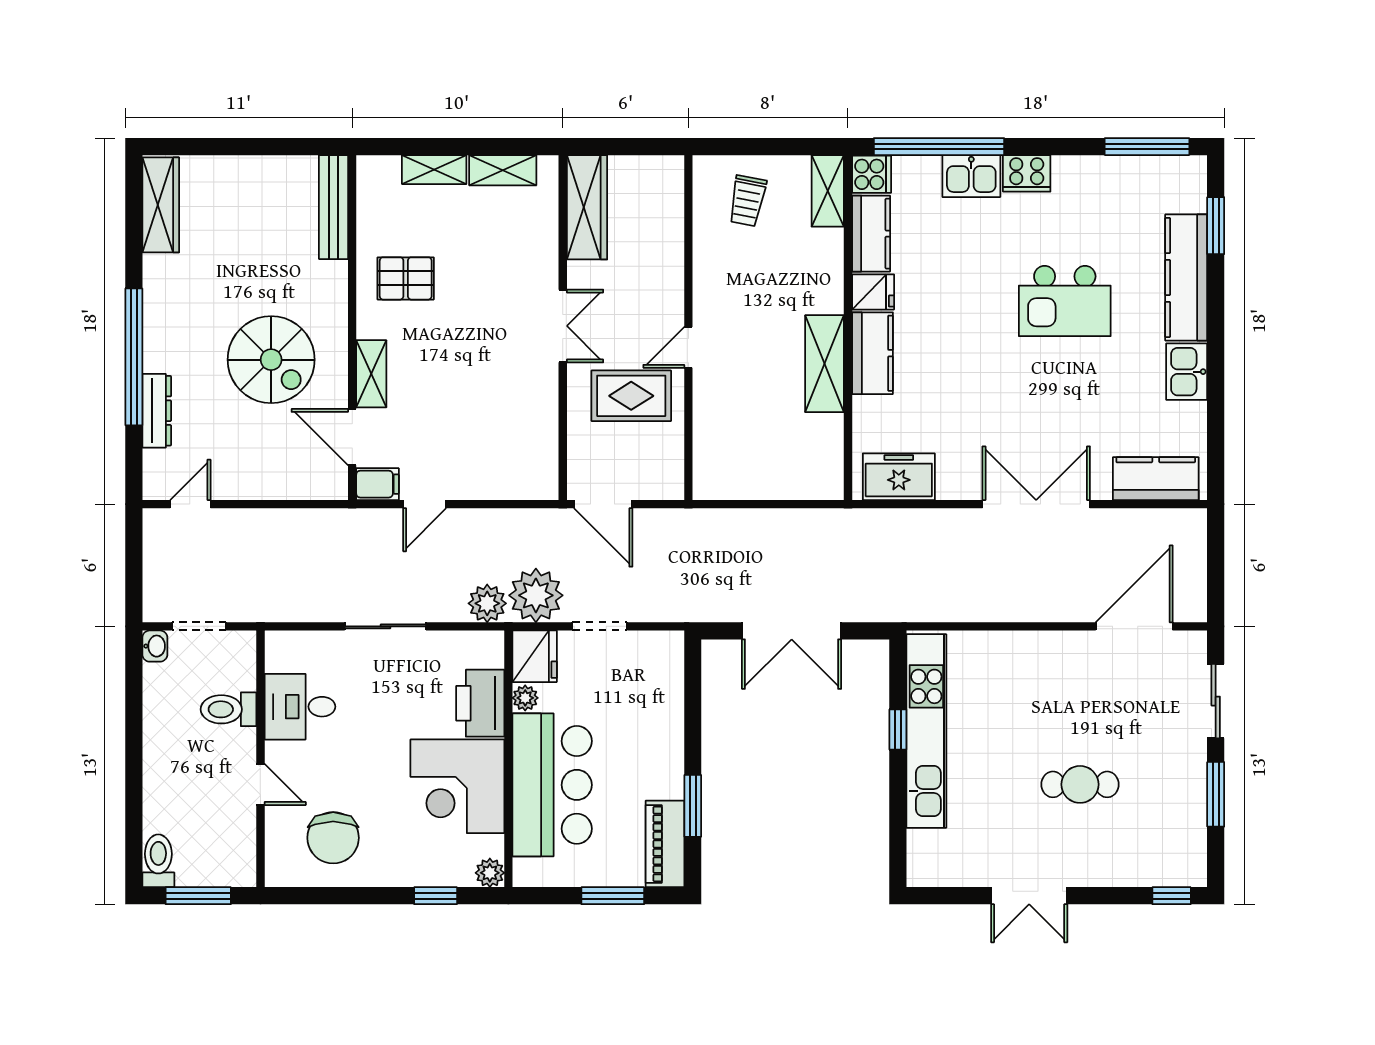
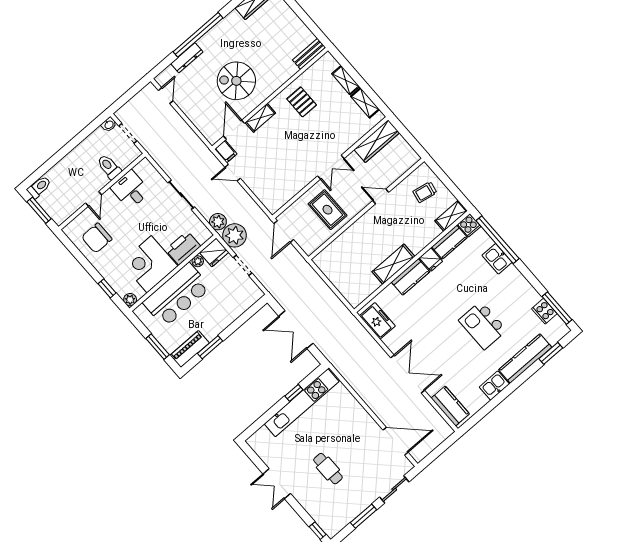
cooker: (1027, 173) -> (544, 311), moved
bench: (334, 207) -> (309, 54), width x0.73
door: (688, 347) -> (381, 196), moved
spiral stairs: (271, 360) -> (236, 81), turned 90
door: (190, 504) -> (166, 96), hinge flipped

